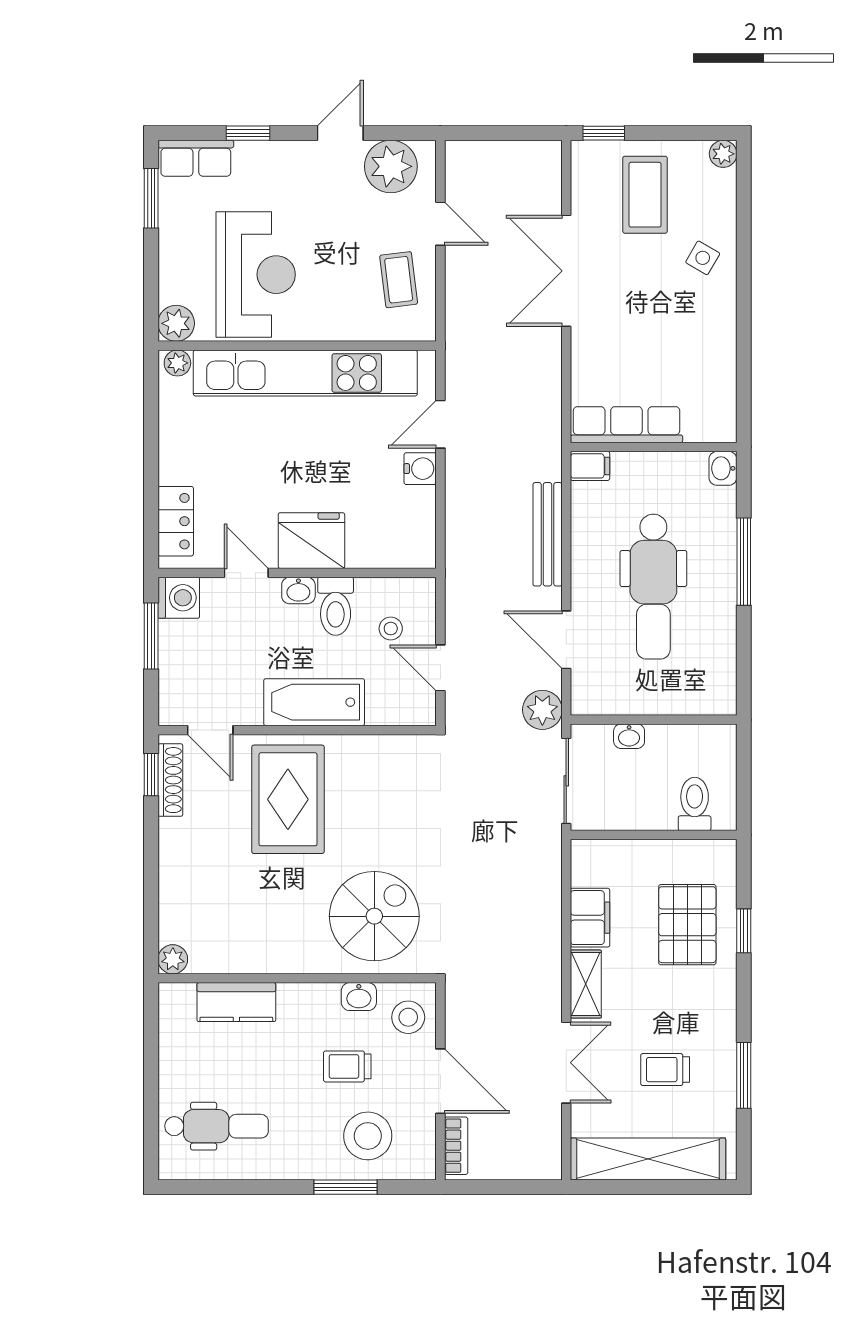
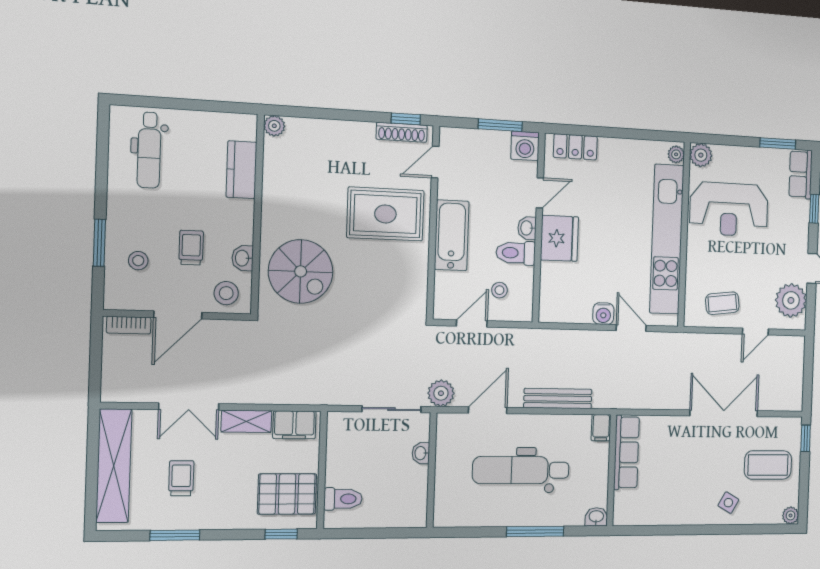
toilet: (695, 804) -> (343, 499), moved
wall: (654, 835) -> (322, 470), moved
stool: (368, 1136) -> (138, 261), width x0.53, depth x0.53

